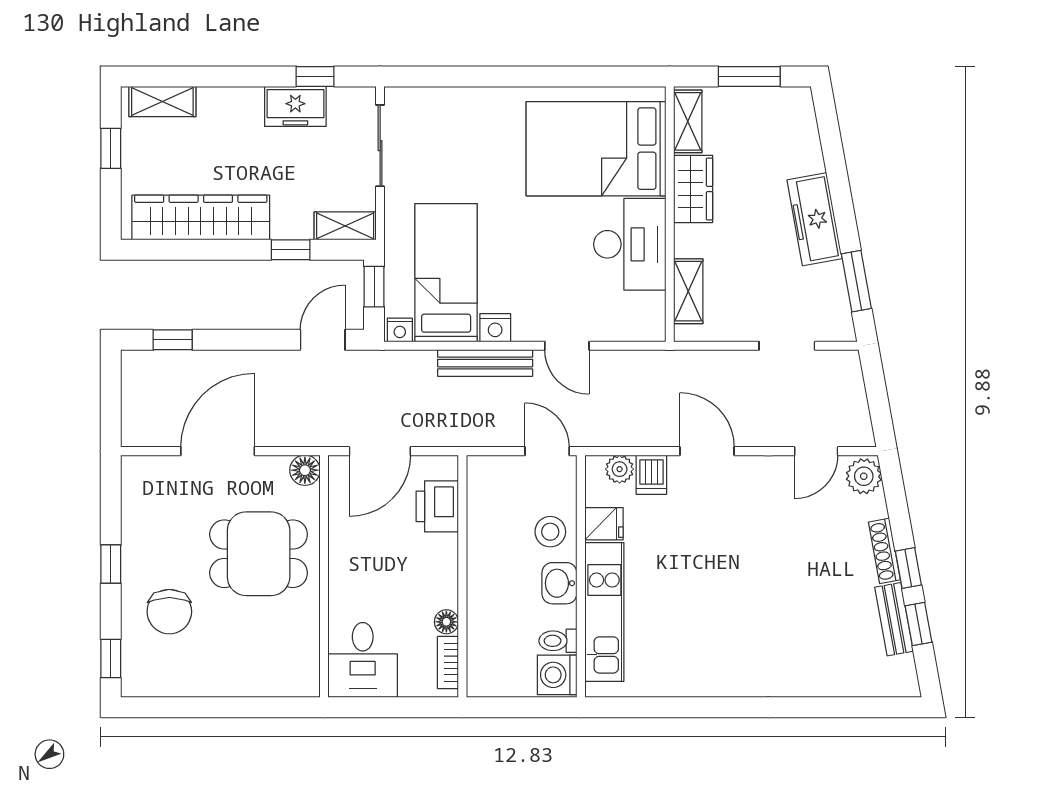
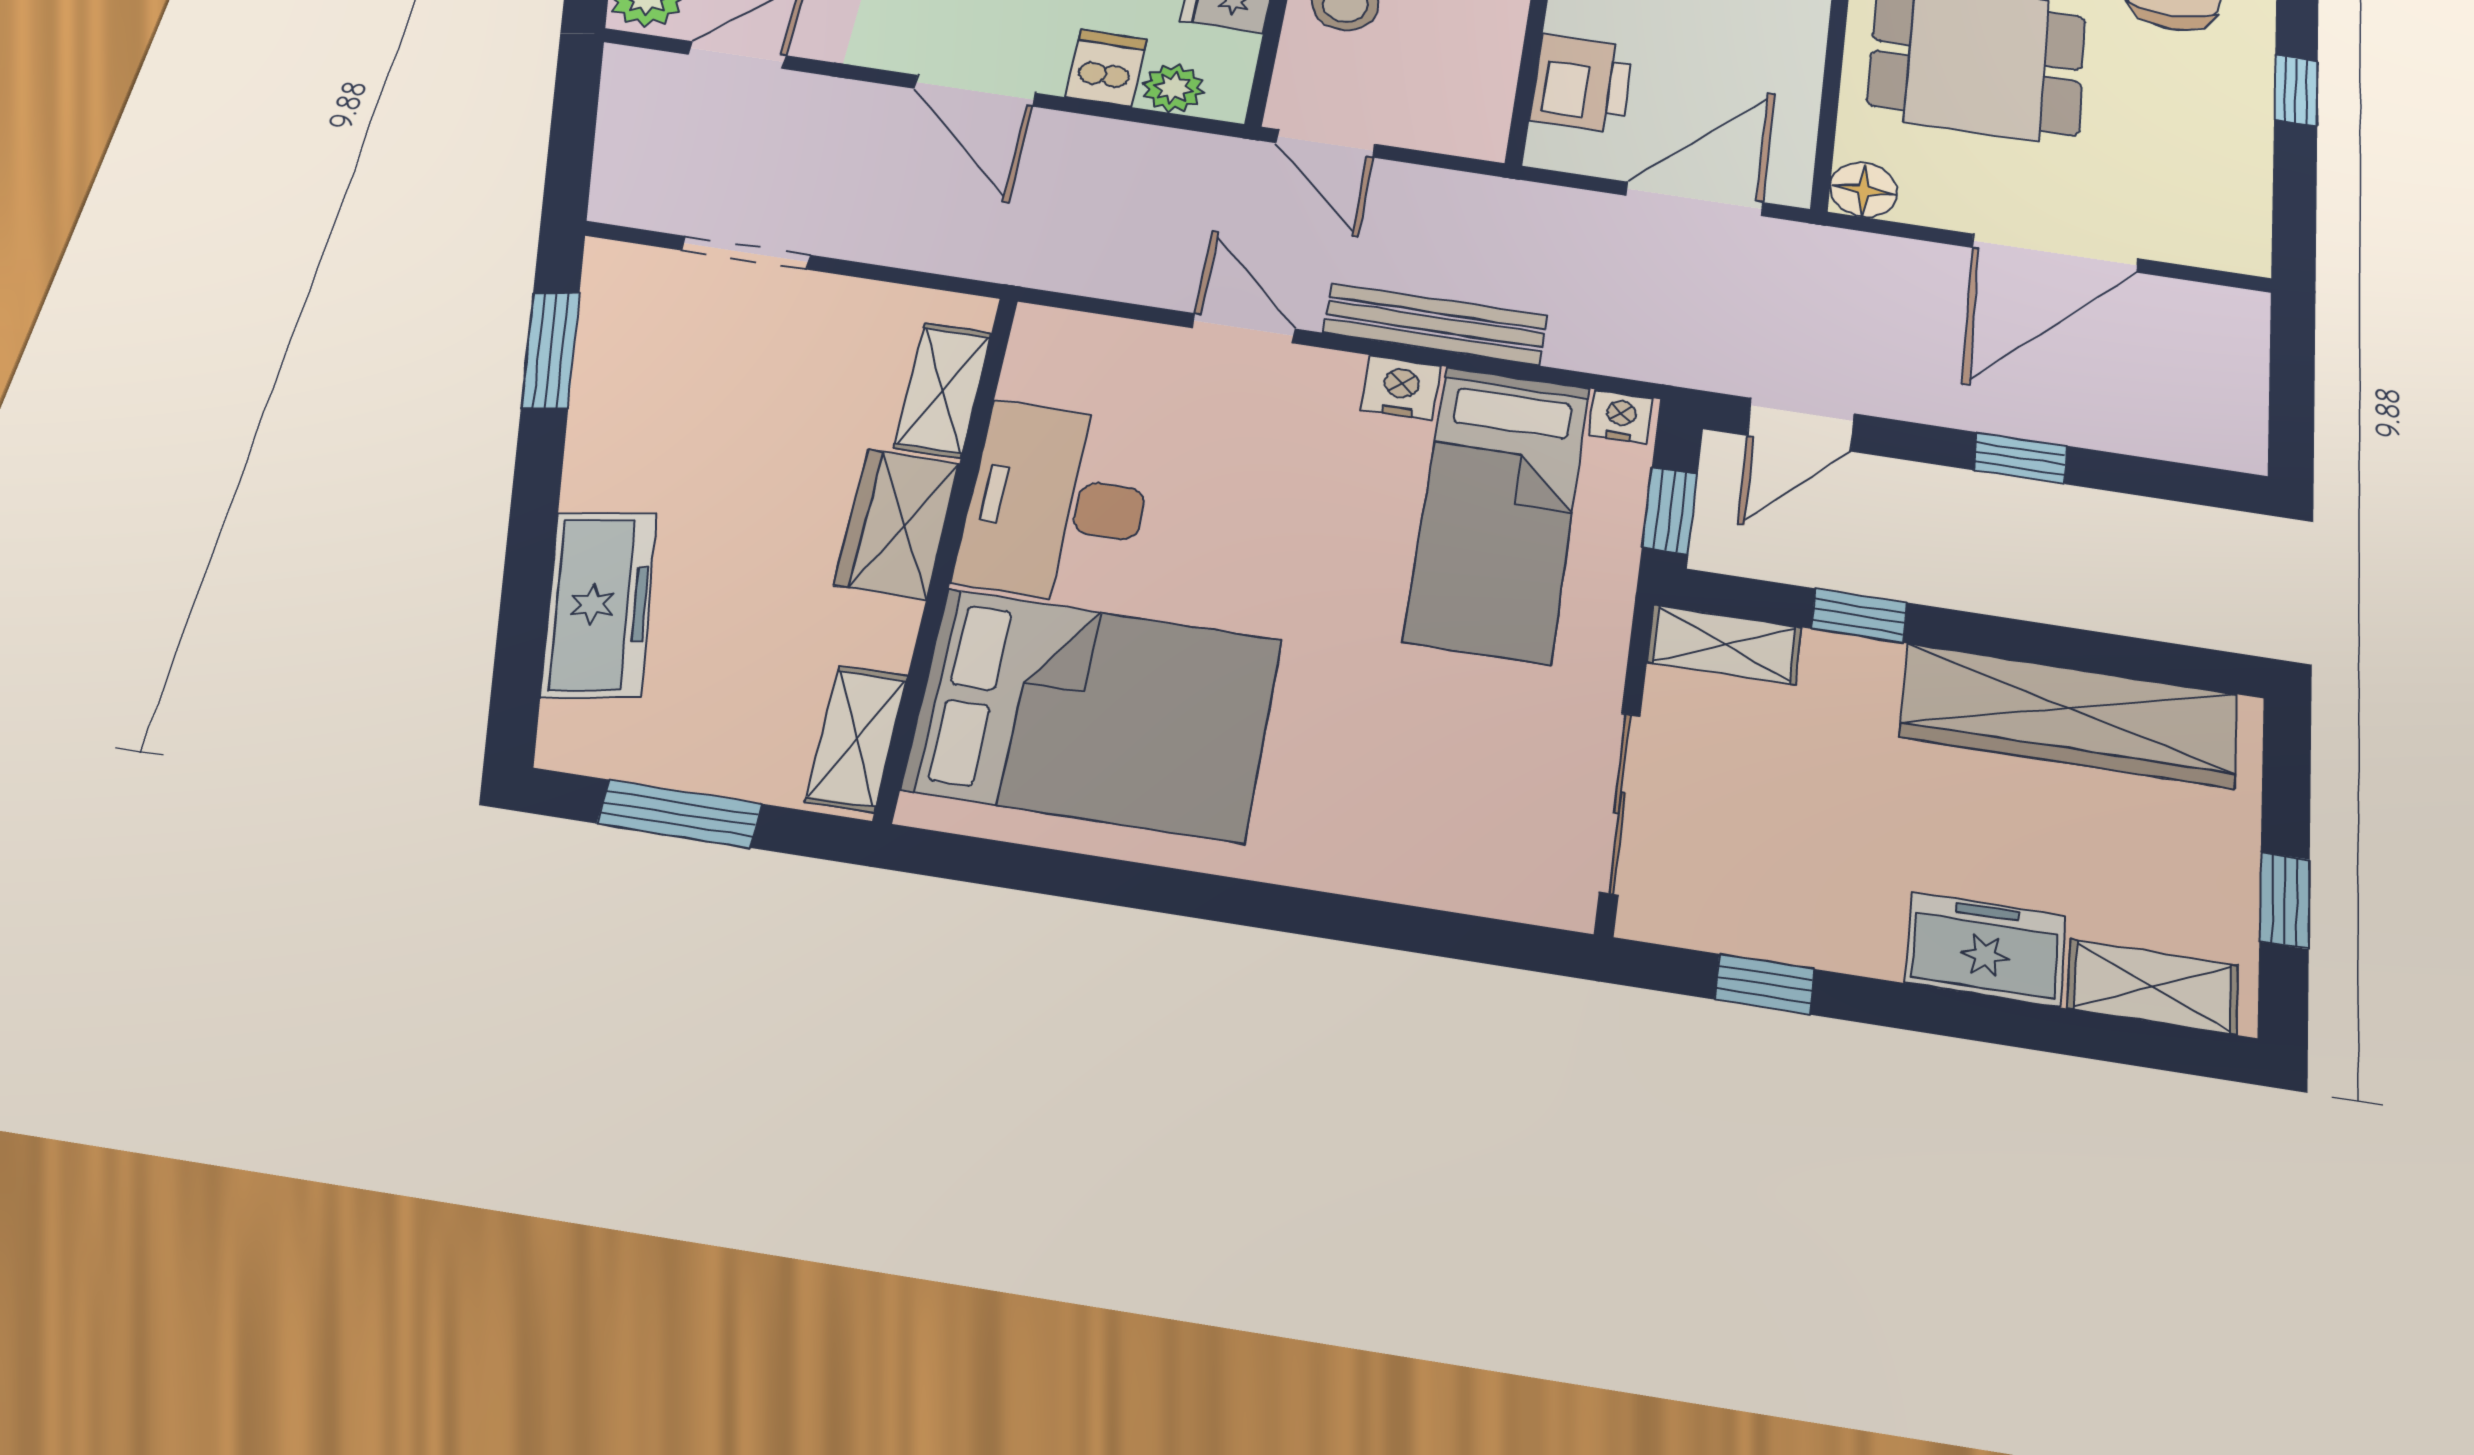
freezer: (295, 106) -> (1985, 949), moved
wardrobe: (693, 189) -> (897, 524), moved
freezer: (815, 219) -> (599, 604), moved
window: (173, 340) -> (2020, 458), moved

